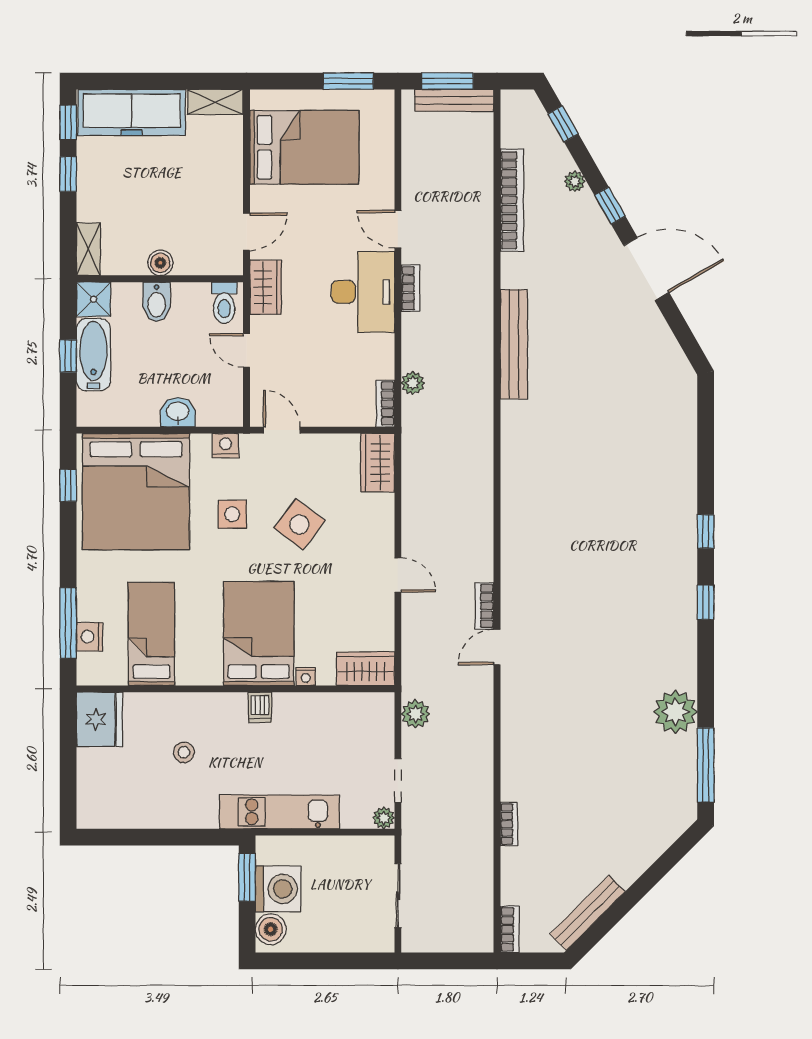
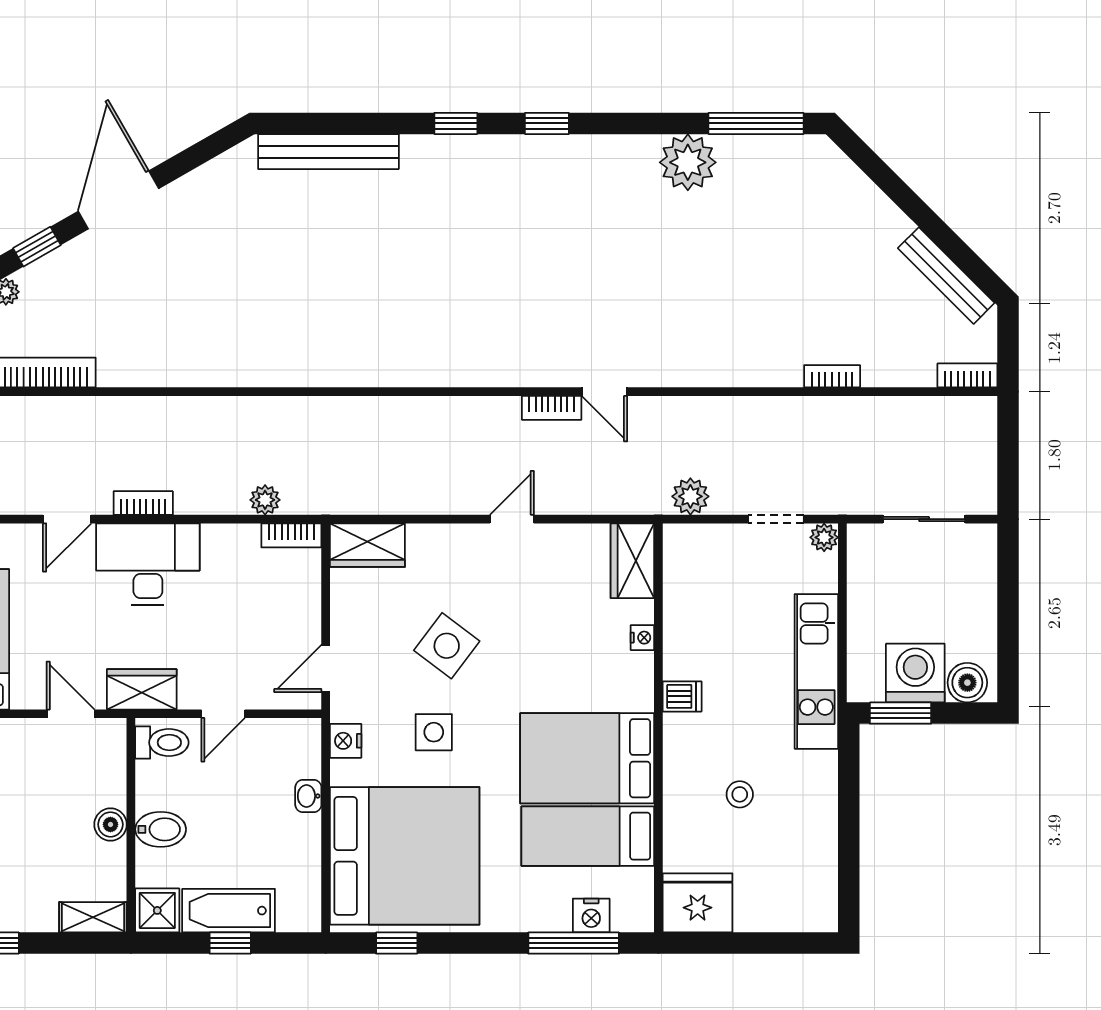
bench: (514, 344) -> (328, 152), moved
washbasin: (178, 412) -> (308, 796), width x0.72, depth x0.69
bed: (259, 634) -> (587, 758), moved

